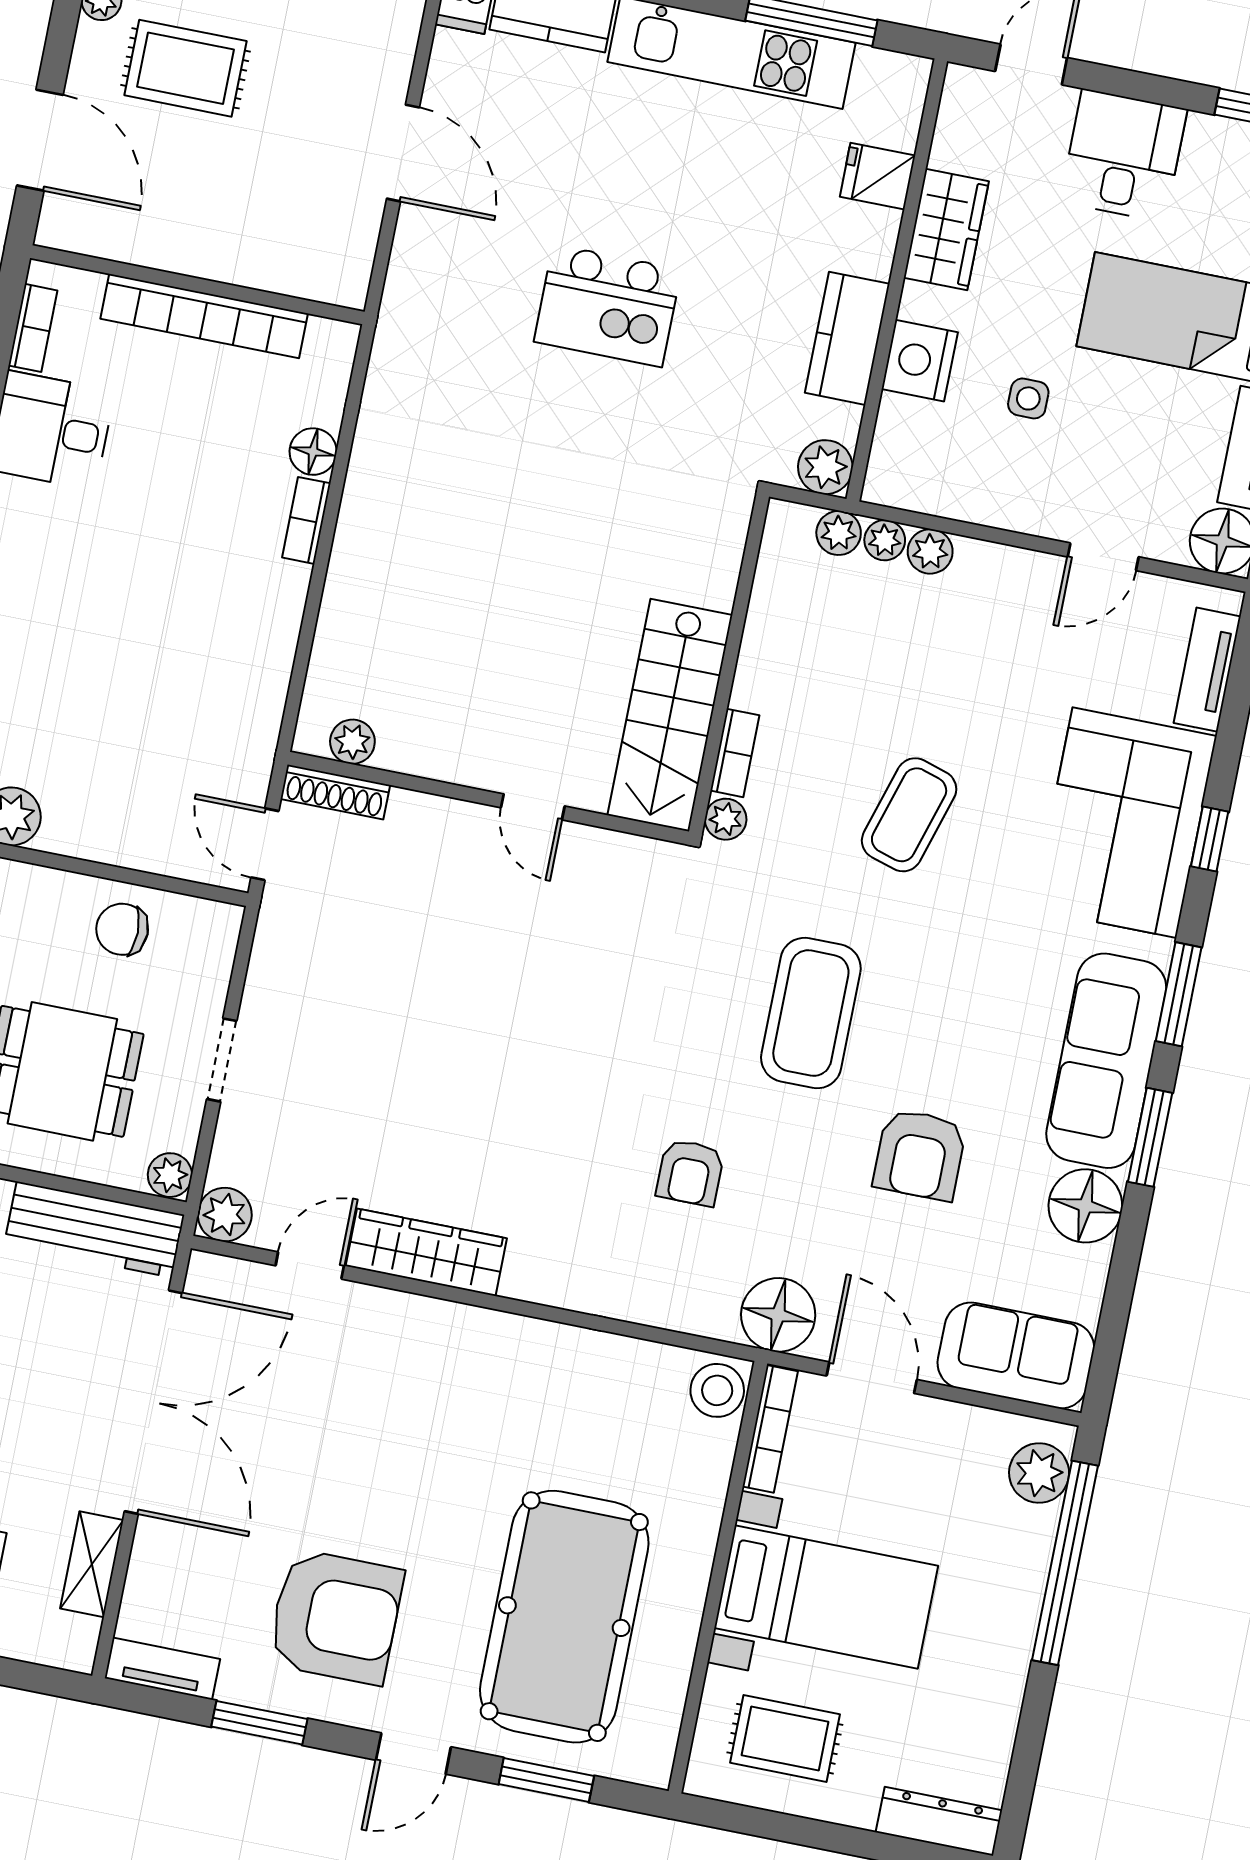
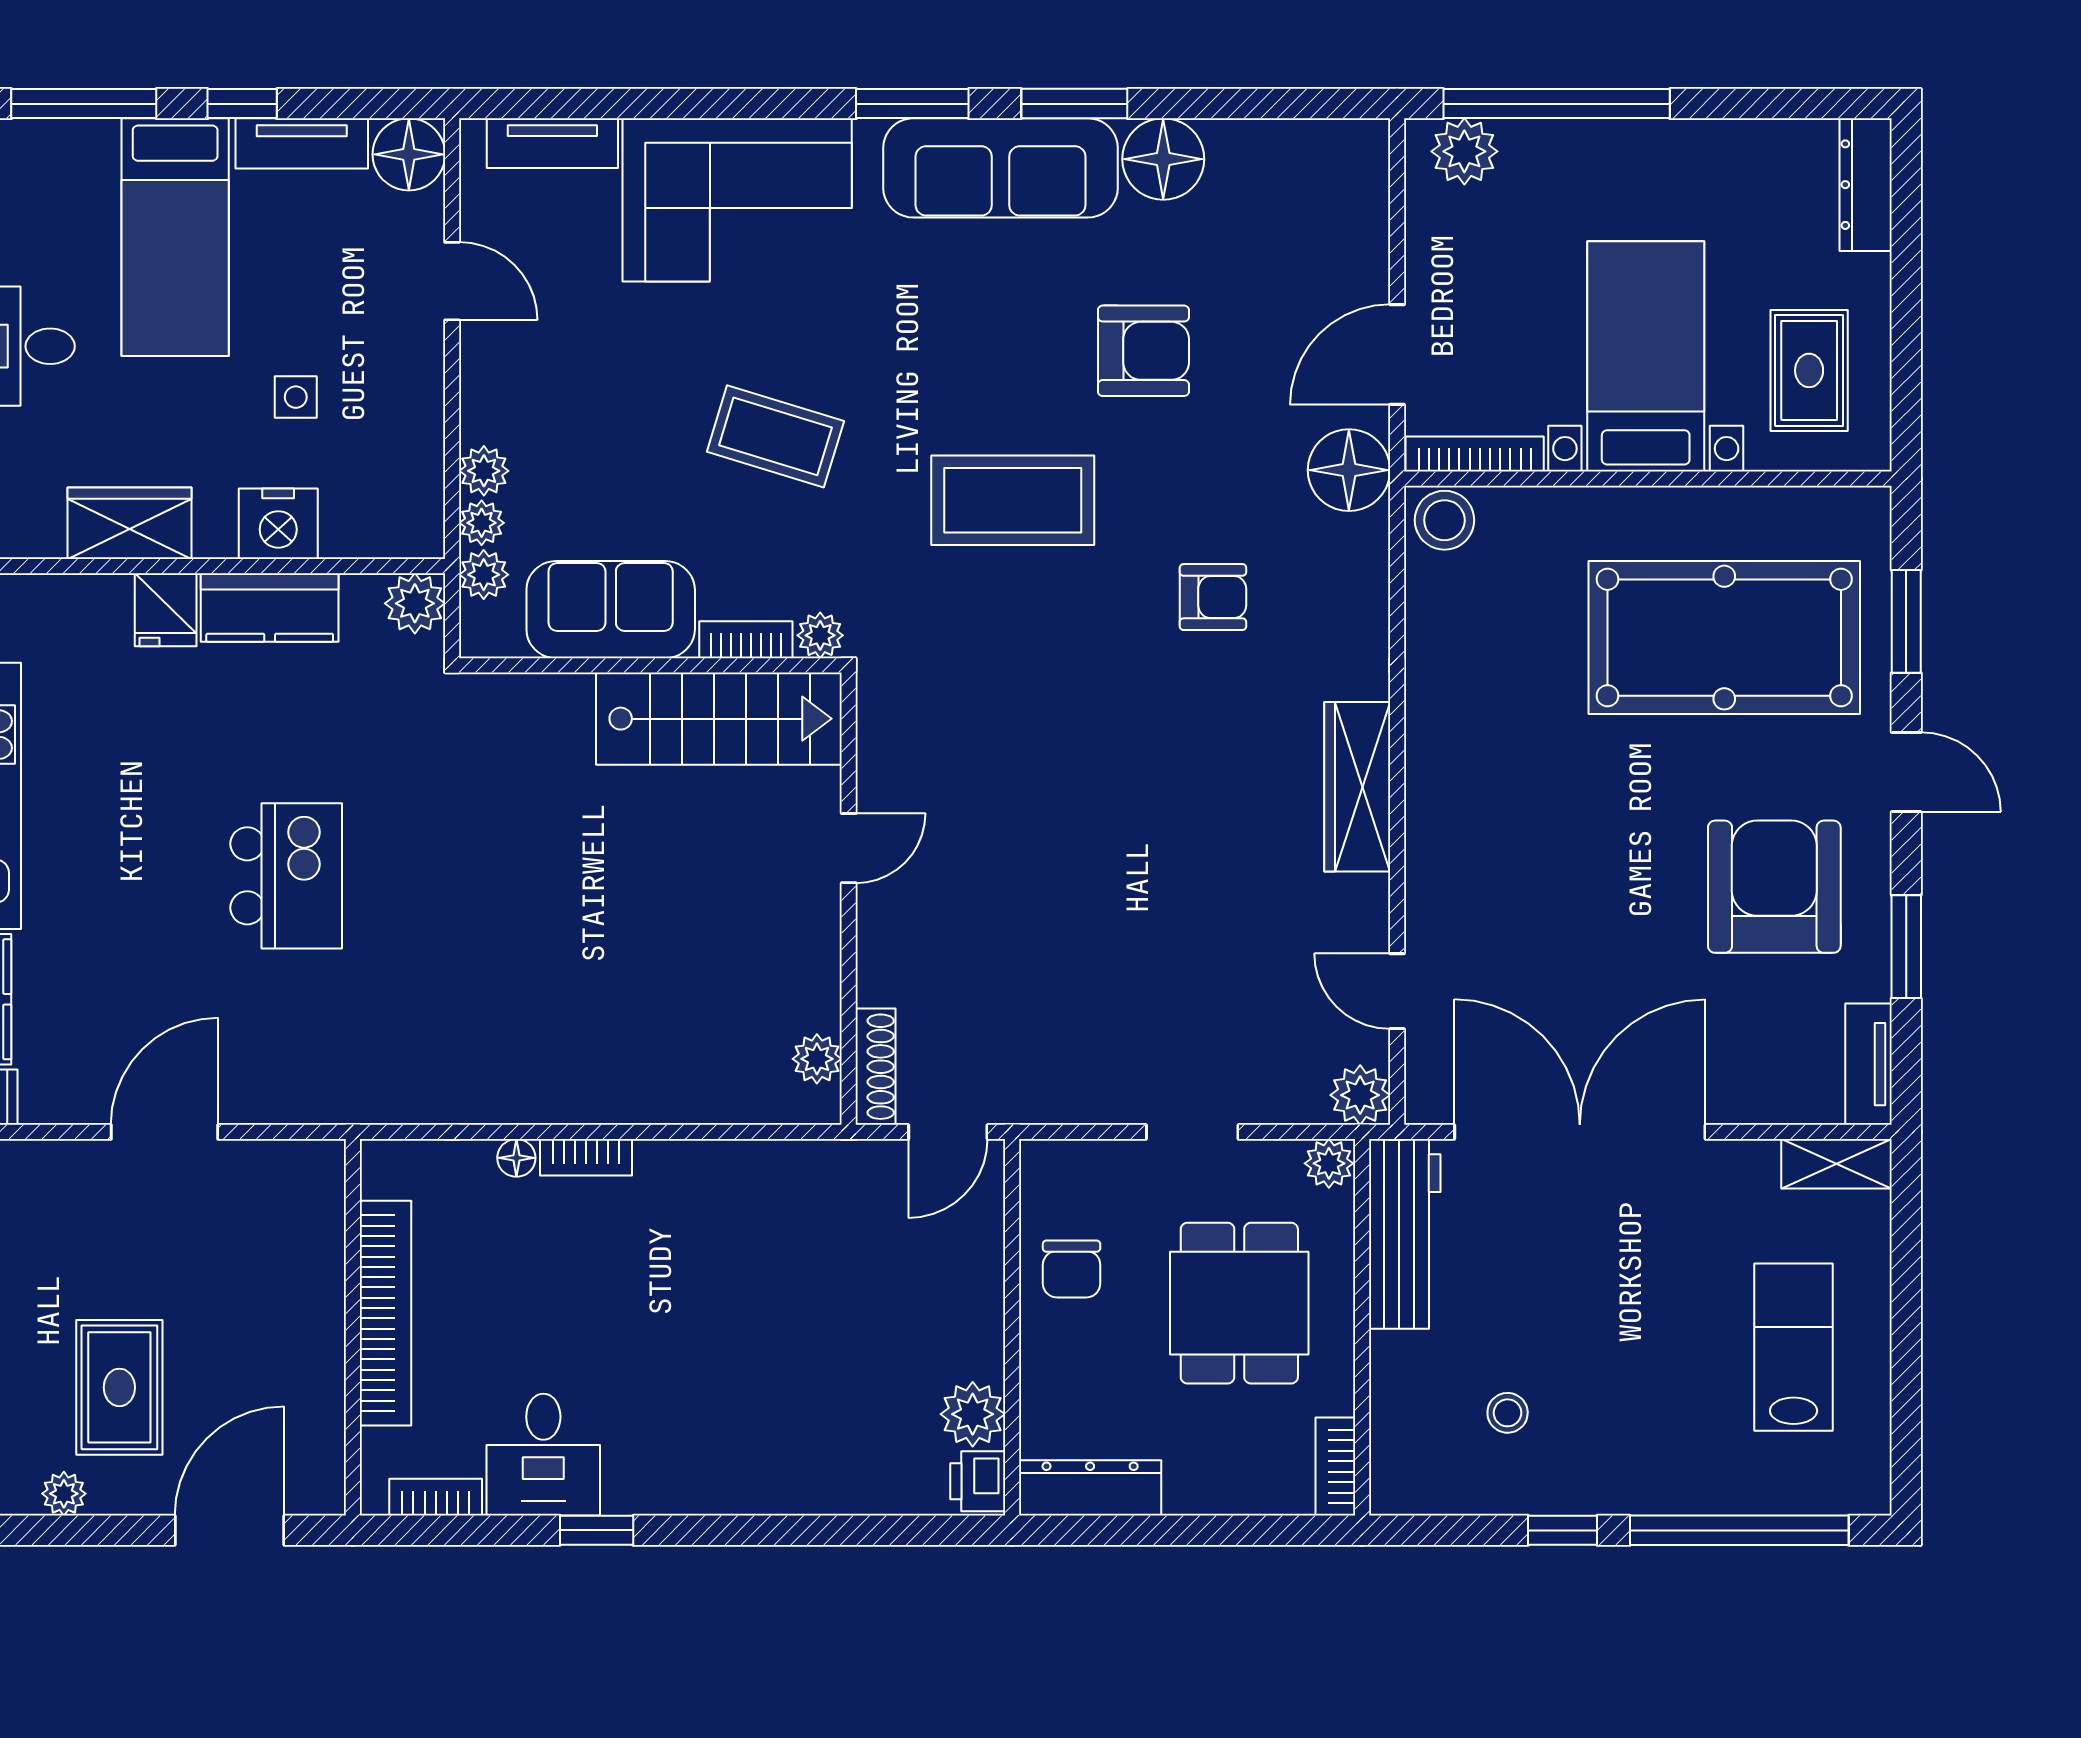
fridge: (878, 176) -> (166, 610), moved
floor lamp: (313, 452) -> (516, 1158), width x0.73, depth x0.73
window: (1210, 839) -> (736, 104), removed
wardrobe: (426, 1252) -> (1357, 787), moved
sofa: (1016, 1355) -> (611, 610), moved, turned 90
shelving: (92, 1564) -> (1836, 1164), moved

